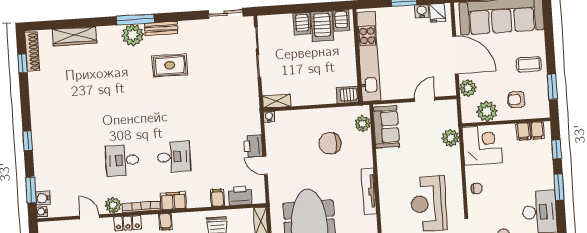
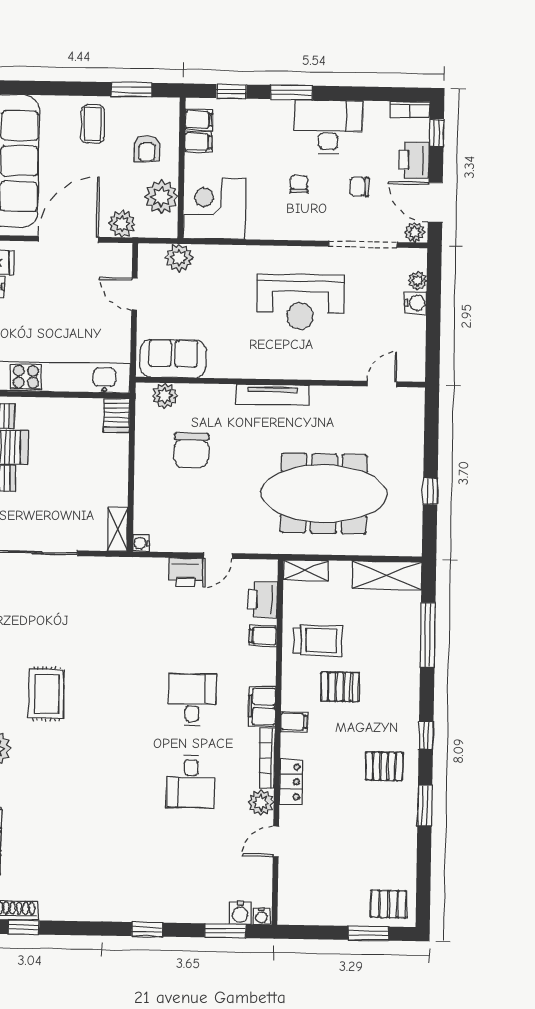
plant: (451, 138) -> (179, 258), moved
chair: (477, 188) -> (299, 184), moved

